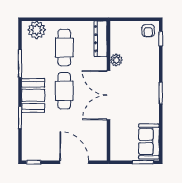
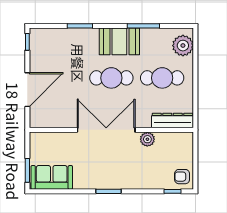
booth: (33, 95) -> (119, 41), moved

